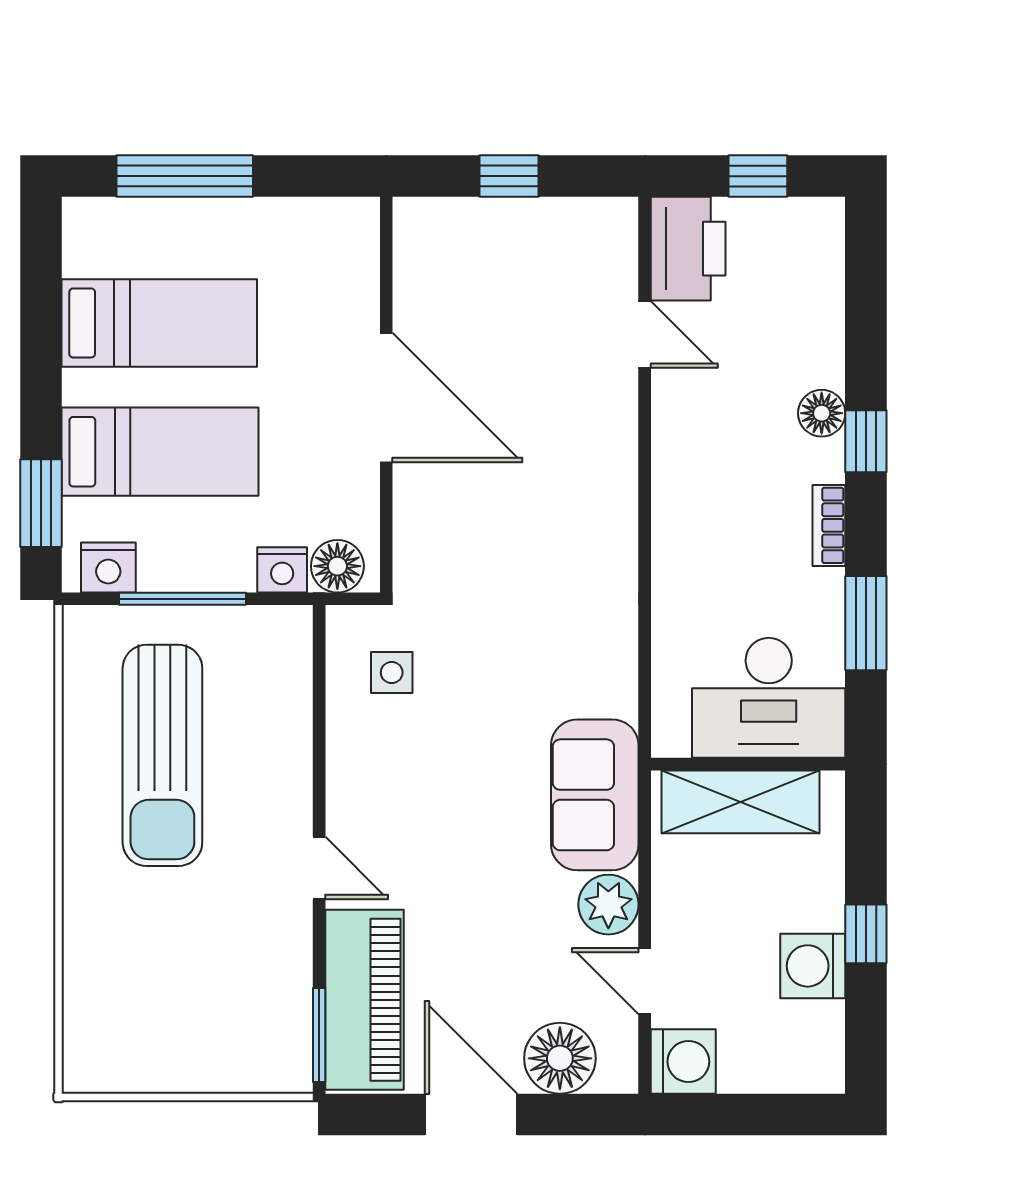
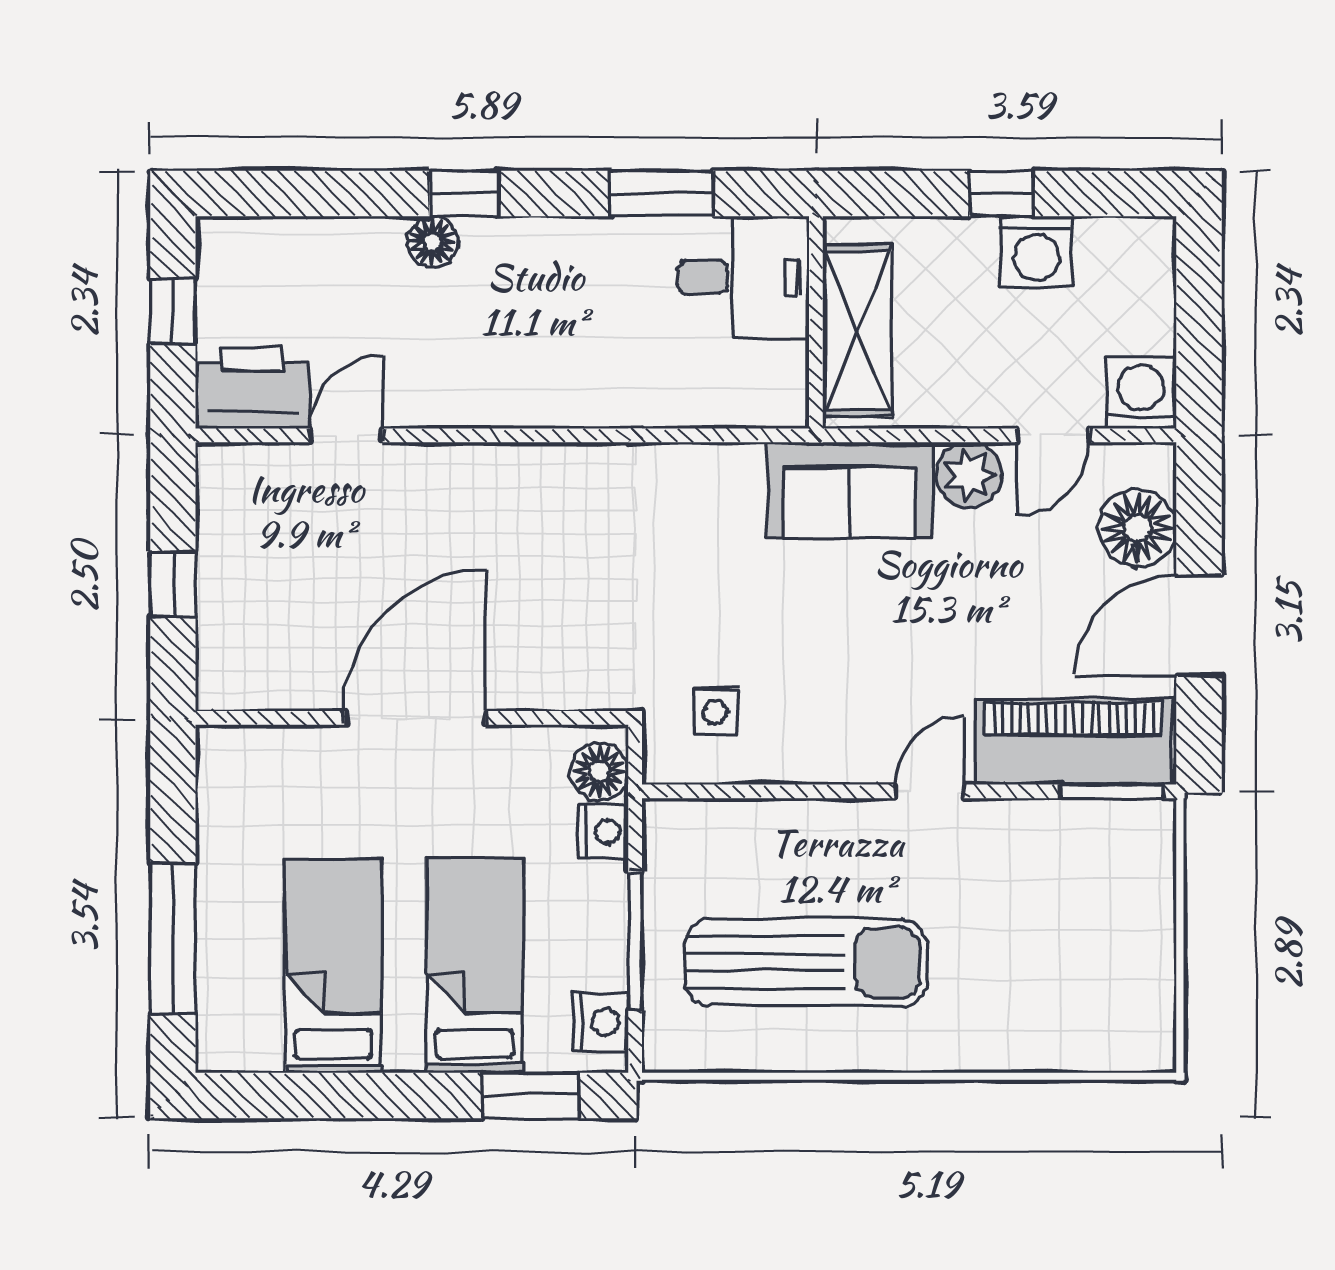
bookcase: (829, 525) -> (555, 234), removed
desk: (769, 698) -> (743, 277), width x0.73

